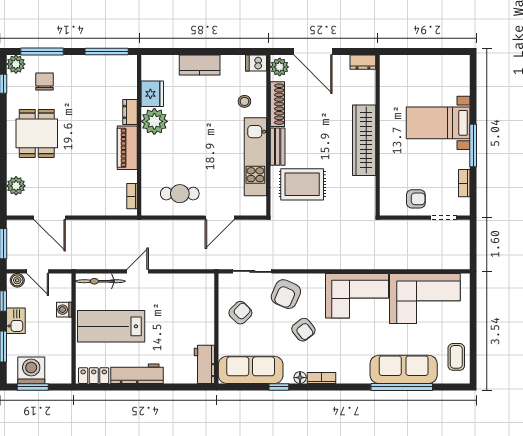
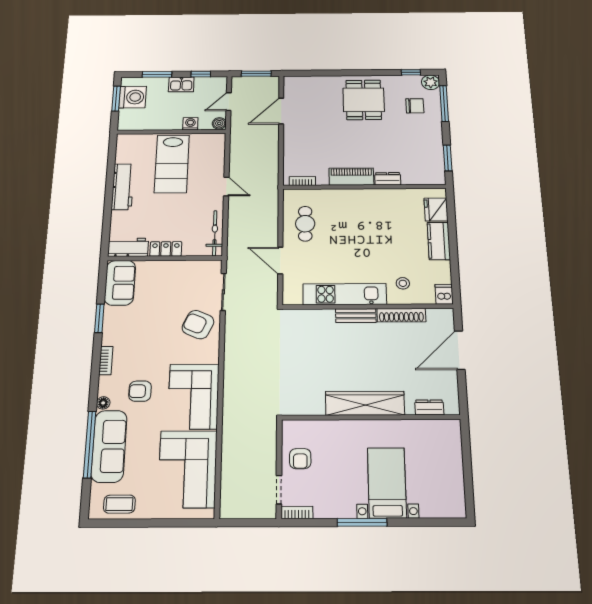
window: (107, 52) -> (448, 158), width x0.69
dresser: (363, 62) -> (429, 407), moved, turned 90
plant: (280, 67) -> (441, 317), removed
fridge: (152, 94) -> (436, 210), moved, turned 90
plant: (154, 121) -> (379, 200), removed
dining table: (37, 133) -> (364, 100), turned 90
bookcase: (464, 183) -> (297, 512), moved
rug: (302, 184) -> (316, 340), removed
plant: (16, 186) -> (312, 83), removed
boiler: (17, 280) -> (219, 123), moved
bicycle: (100, 281) -> (215, 233), moved
armchair: (240, 313) -> (180, 281), removed
lab bench: (111, 326) -> (172, 164), turned 180
armchair: (303, 330) -> (140, 391), moved, turned 38
sofa: (251, 370) -> (120, 283), width x0.73
locker: (94, 376) -> (166, 249), moved, turned -90
floor lamp: (300, 378) -> (103, 403), moved
window: (279, 387) -> (99, 318), width x1.50

